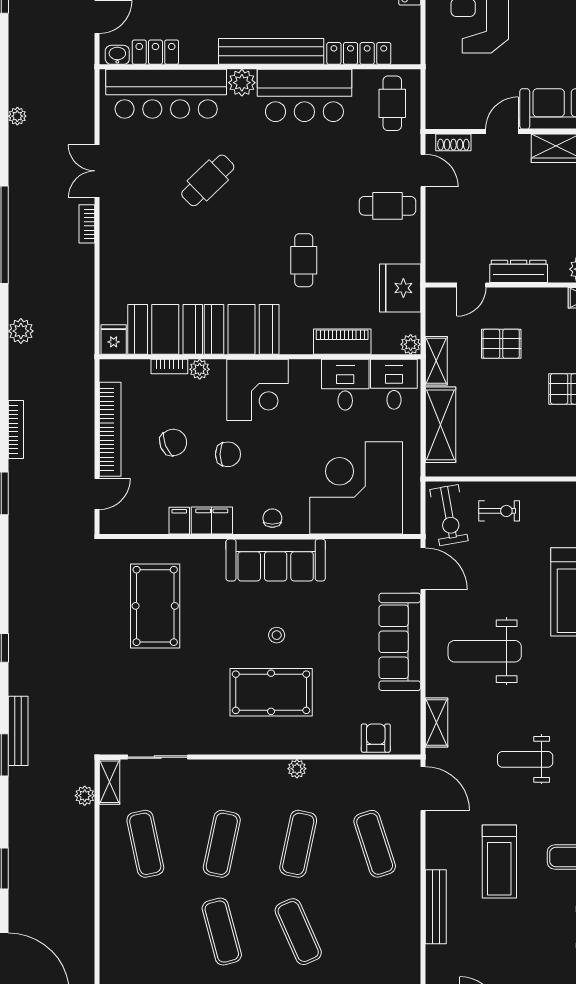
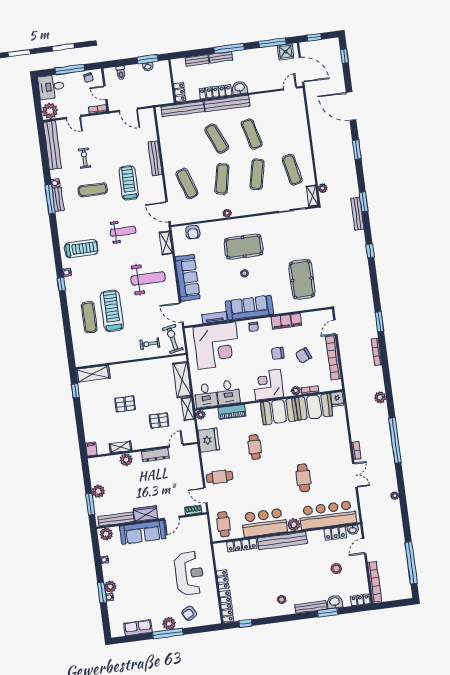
cafe table: (208, 180) -> (303, 478), turned -46
tv unit: (354, 549) -> (214, 317), added

